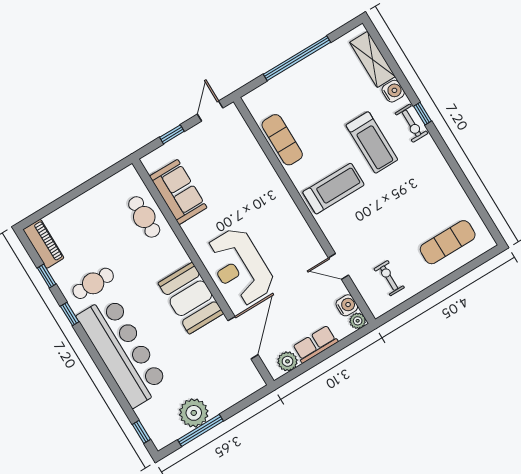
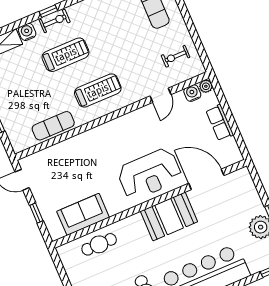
treadmill: (333, 189) -> (98, 91), turned 90
plant: (287, 361) -> (230, 147), removed

